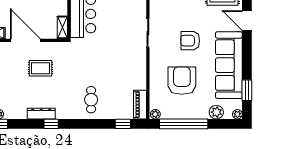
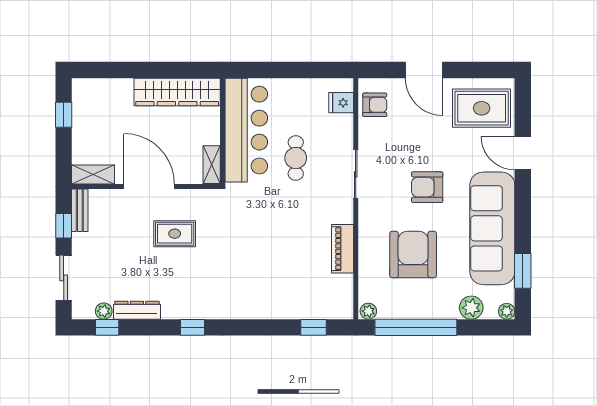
cafe table: (91, 100) -> (296, 158), moved
piano: (140, 105) -> (342, 249), moved
dresser: (41, 114) -> (137, 310), moved

